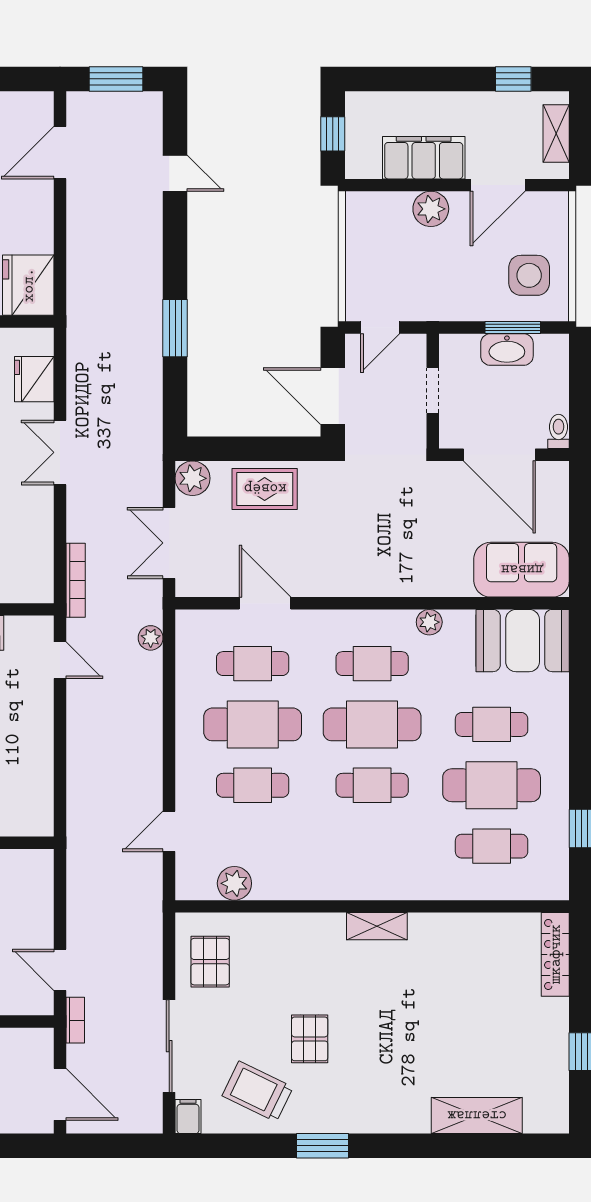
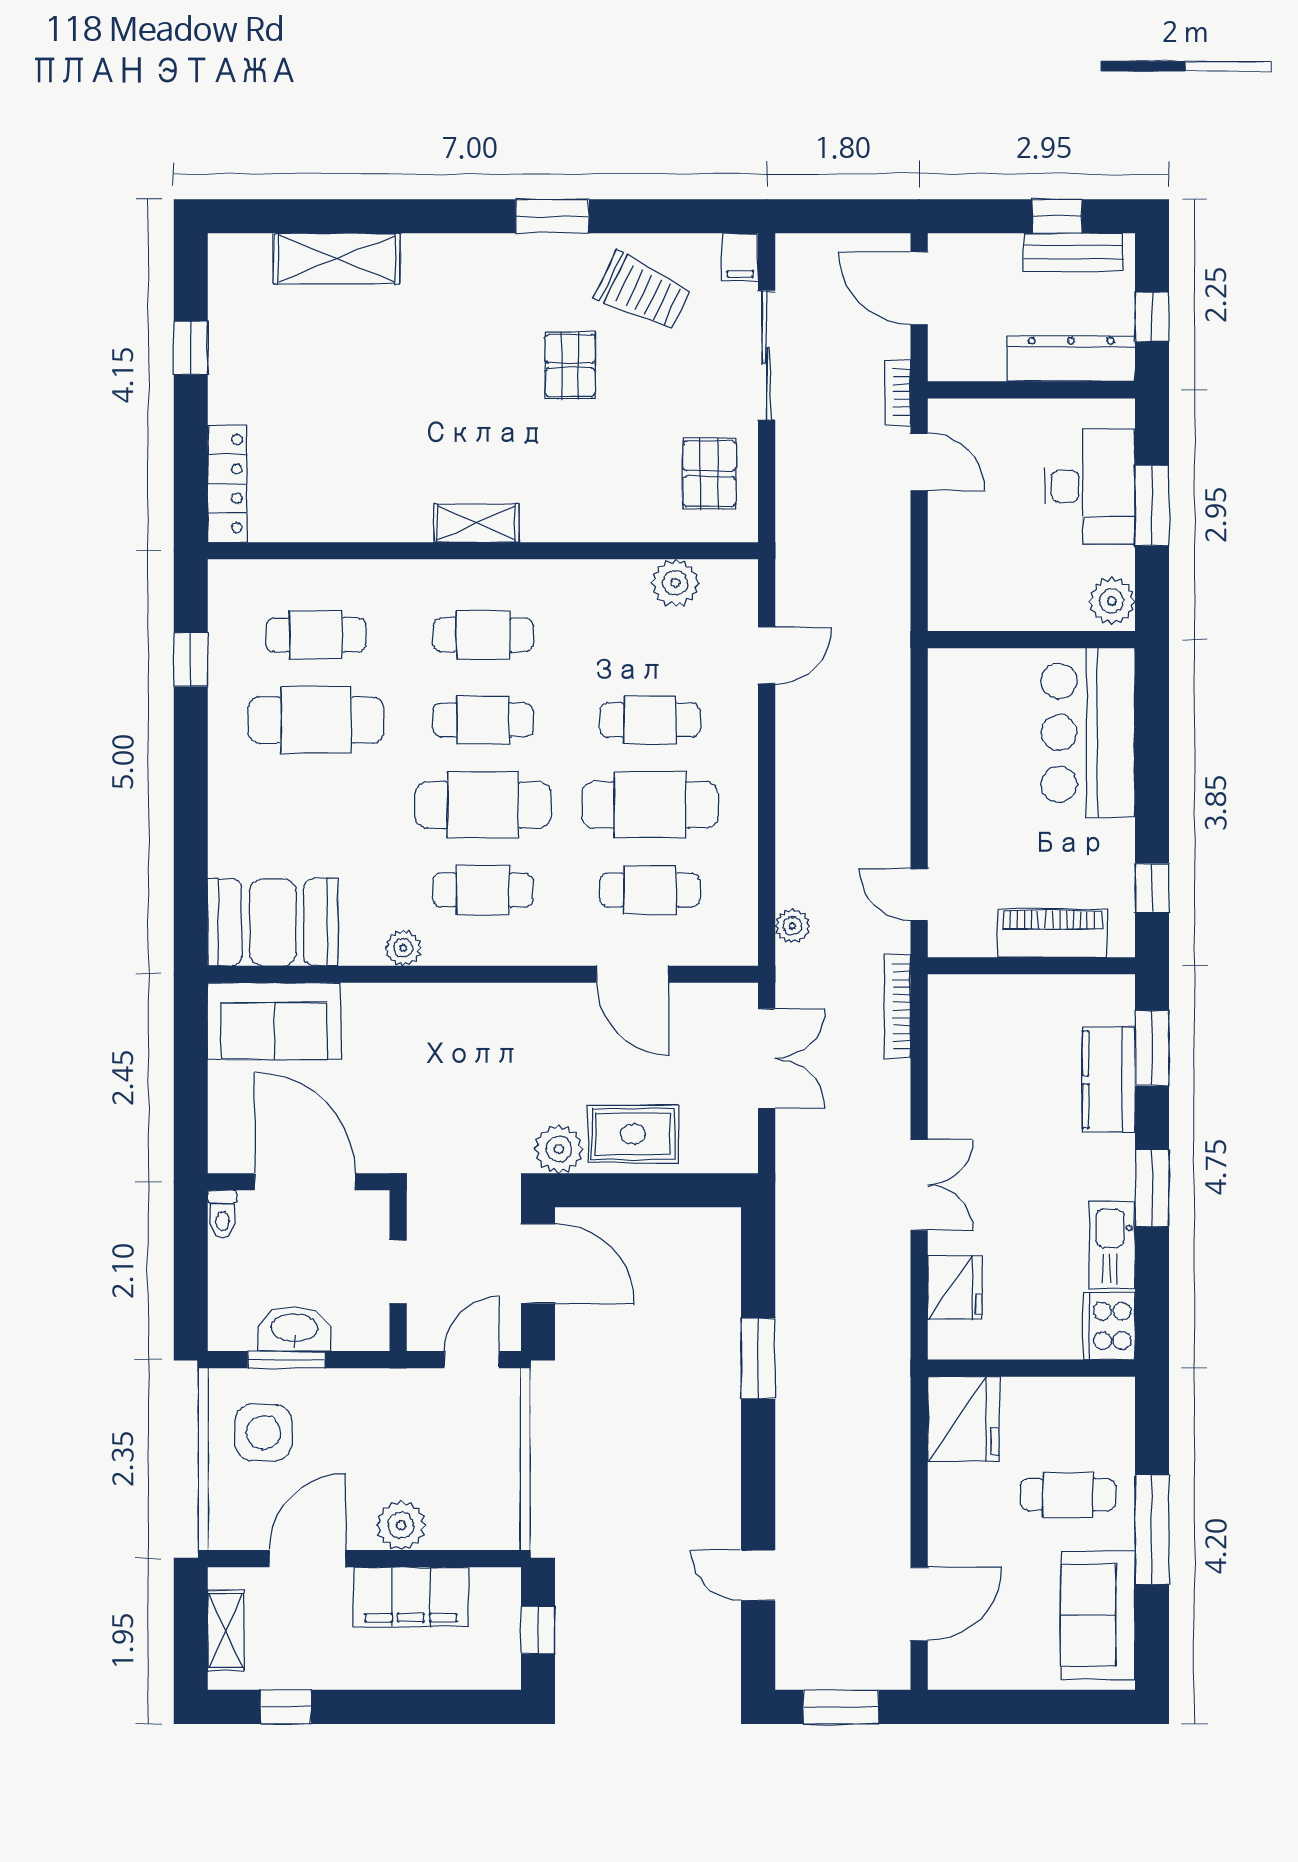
plant: (193, 478) -> (559, 1149), moved
cafe table: (492, 724) -> (483, 635), moved

